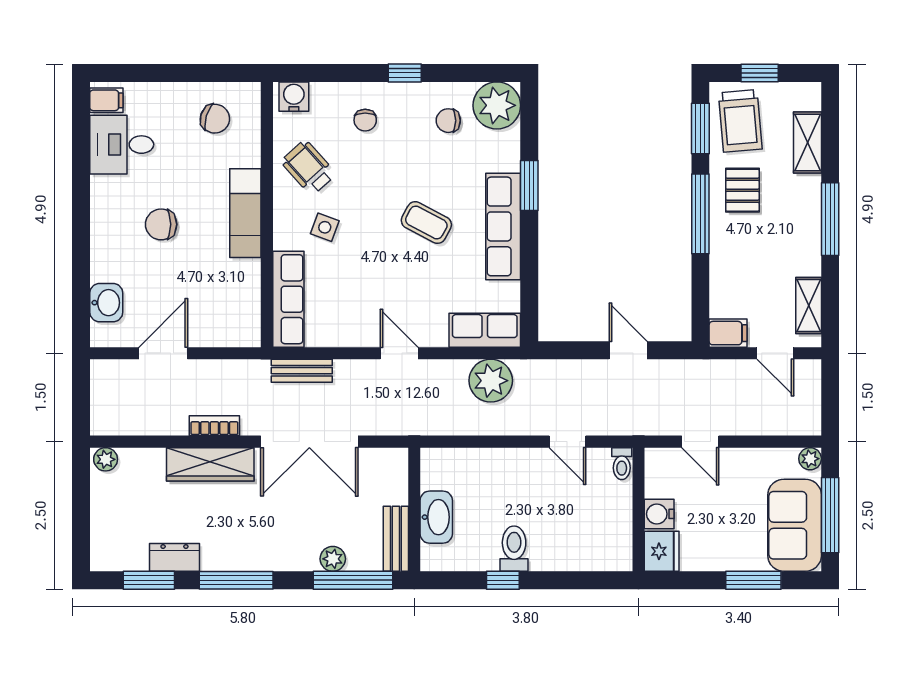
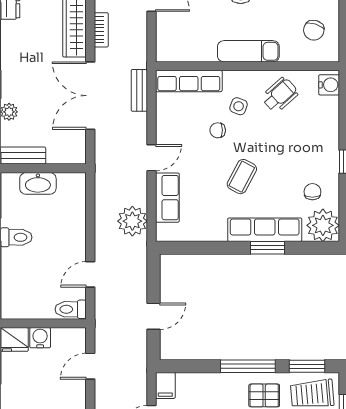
chair: (365, 120) -> (218, 130), moved
row of seats: (503, 226) -> (265, 230), moved
row of seats: (485, 330) -> (167, 198), moved
toilet: (622, 464) -> (71, 309), width x1.37, depth x1.39

